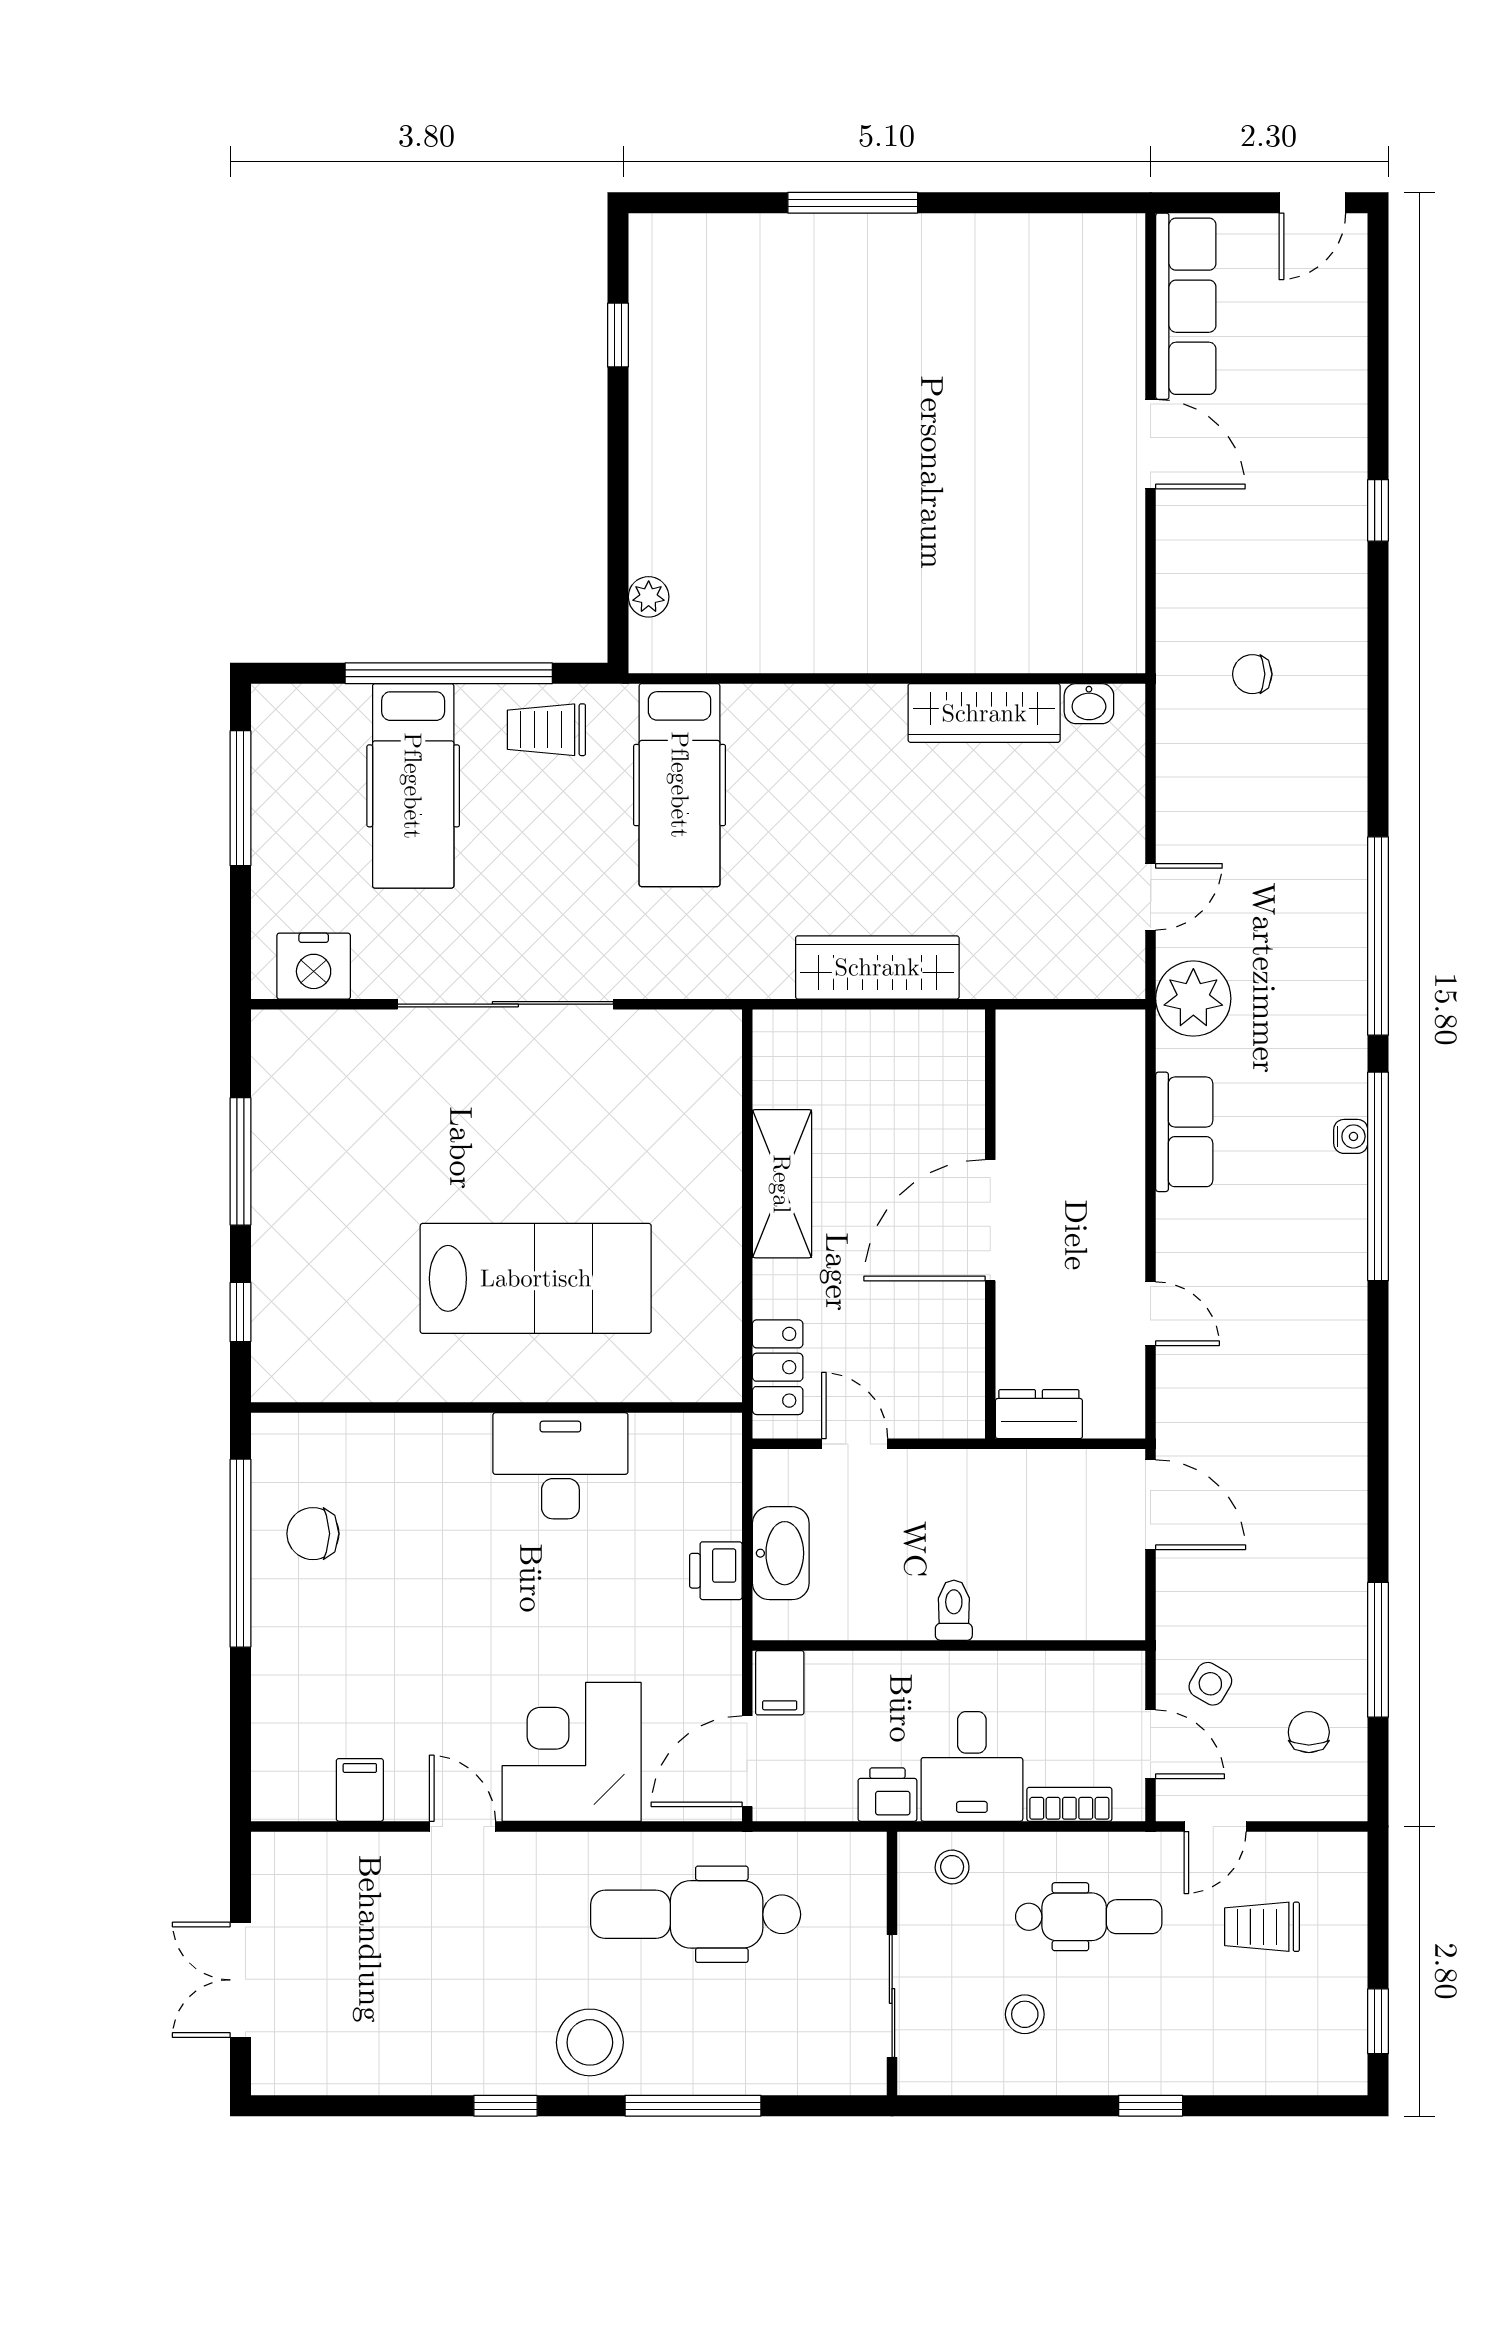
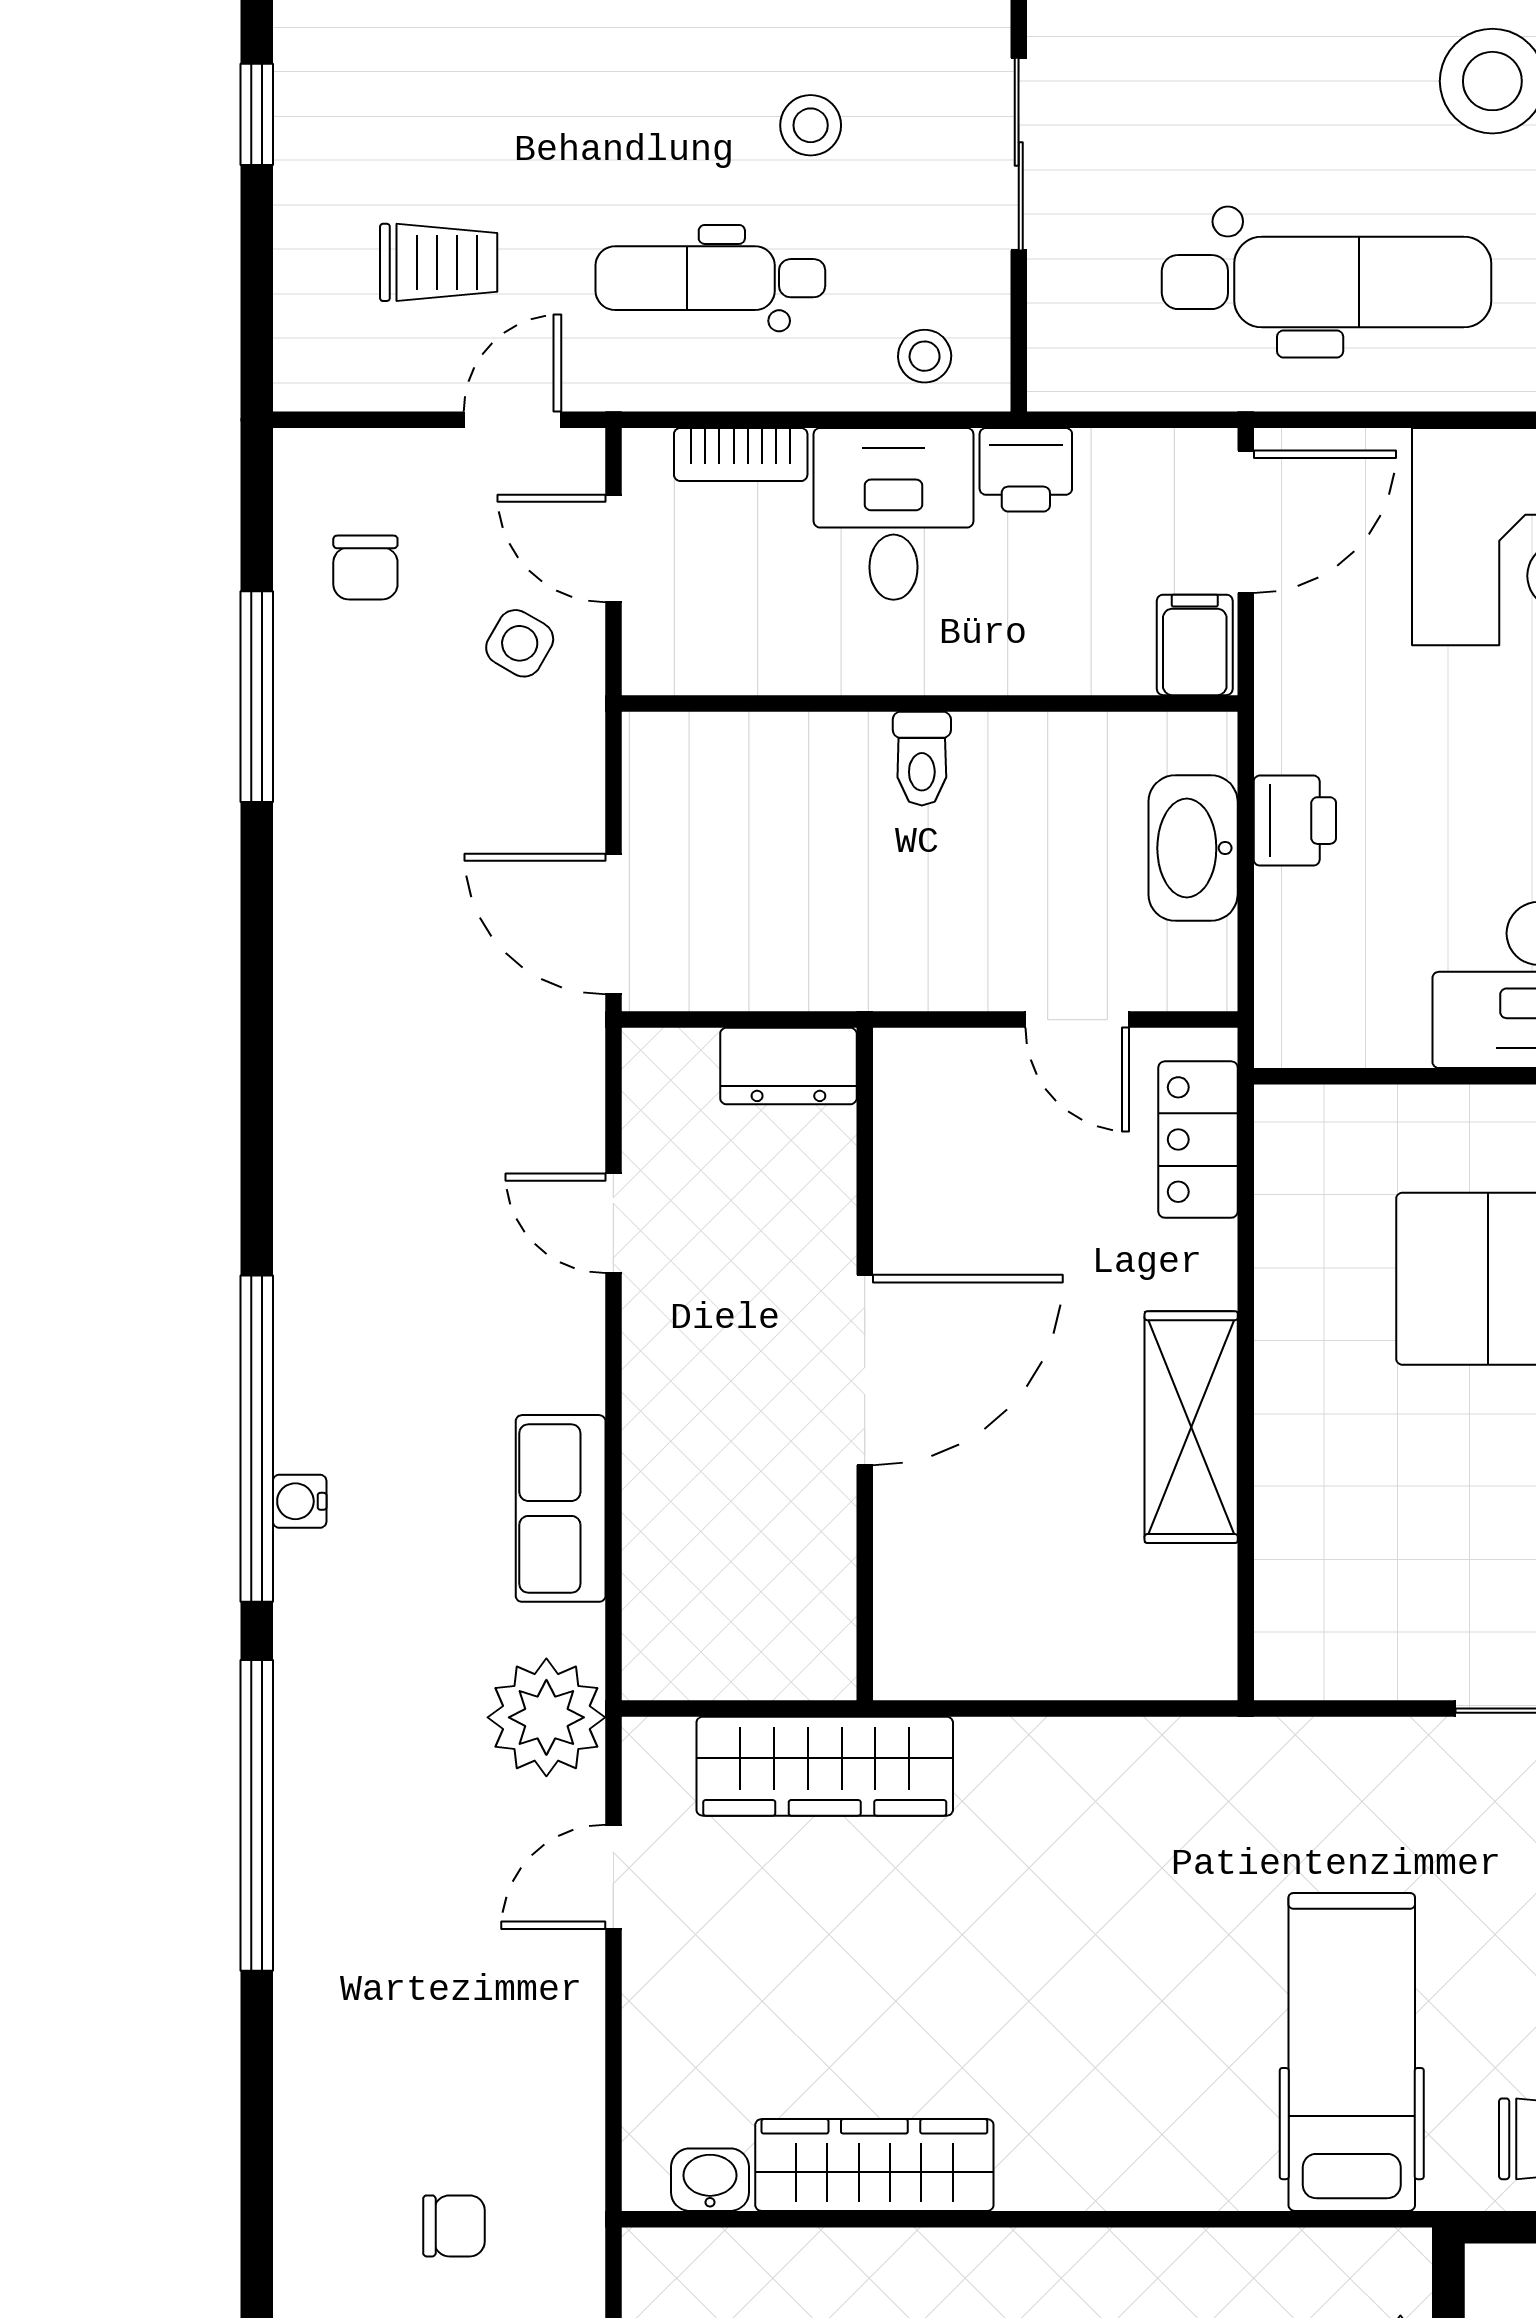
wardrobe: (877, 967) -> (825, 1766), moved

